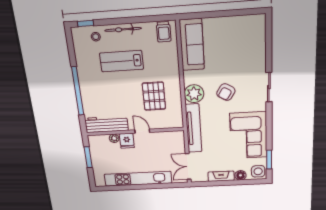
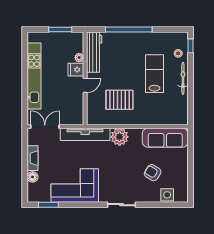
trolley: (164, 32) -> (178, 114), removed
armchair: (226, 92) -> (153, 173), moved
side table: (258, 171) -> (167, 195), moved

